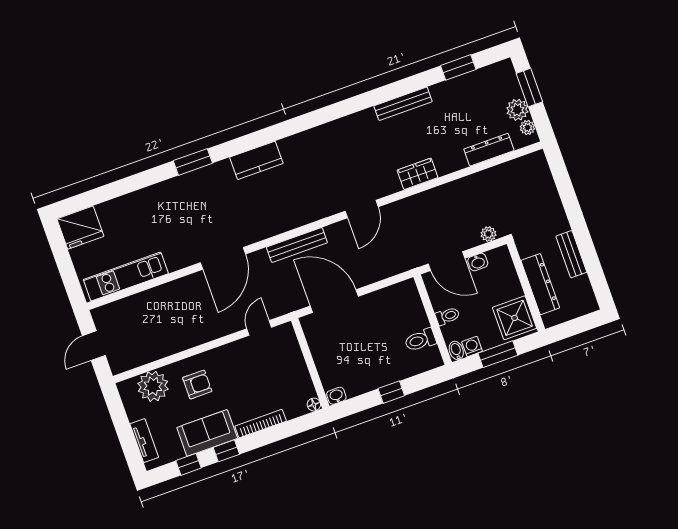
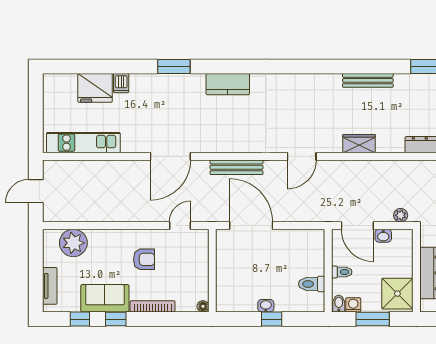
dishwasher: (143, 199) -> (121, 83), added
fridge: (80, 228) -> (95, 88), moved
armchair: (197, 385) -> (144, 259), moved
washbasin: (336, 396) -> (266, 306), moved

